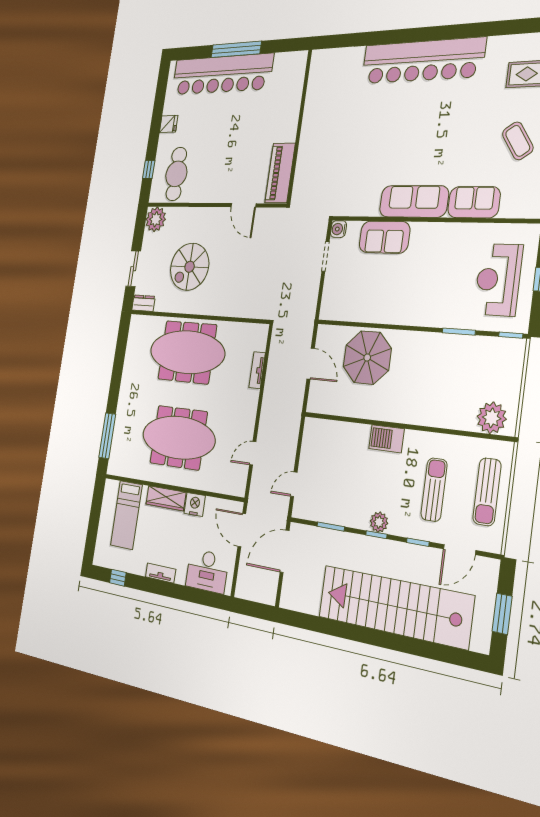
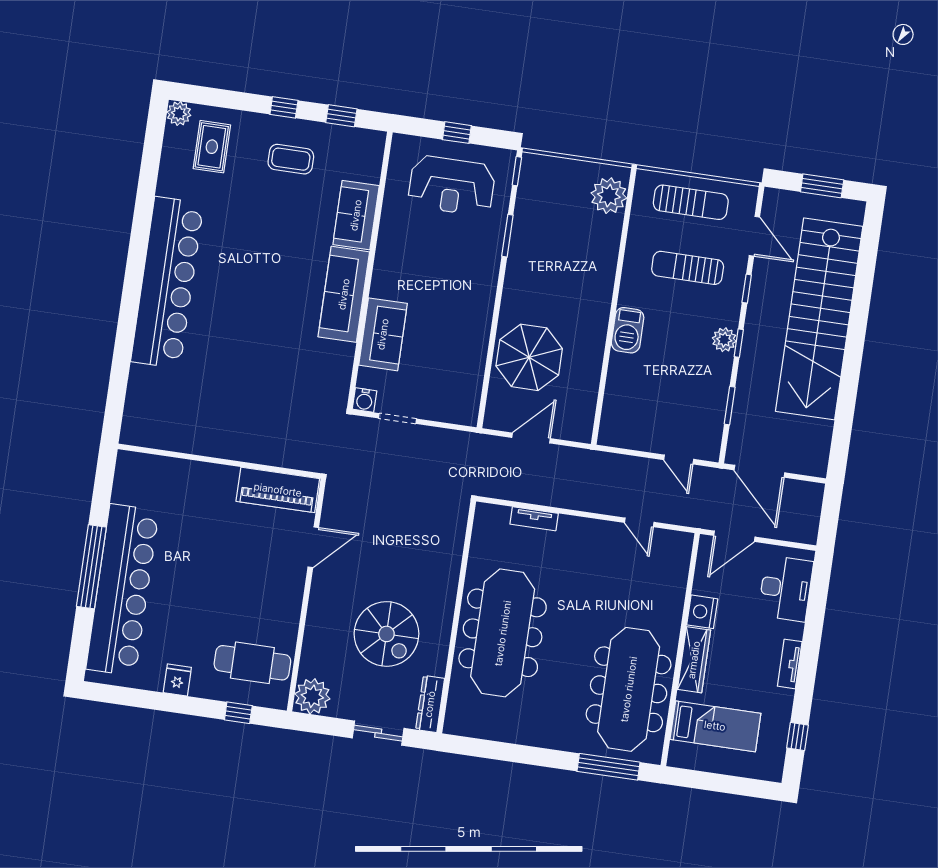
coffee table: (518, 141) -> (291, 159), turned 34
dresser: (143, 303) -> (430, 704), width x1.44
meeting table: (179, 438) -> (629, 689), moved

